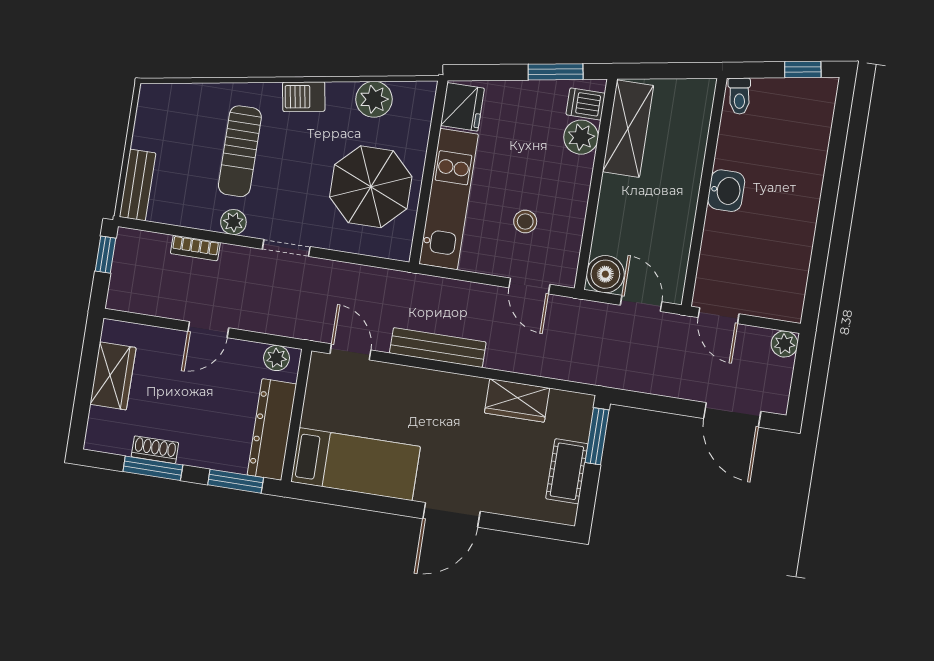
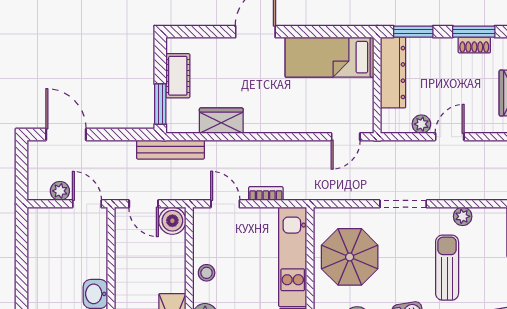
stool: (525, 221) -> (207, 273), moved
plant: (233, 222) -> (463, 216), moved
bookcase: (195, 248) -> (266, 194), moved
doorway: (286, 248) -> (403, 204), width x1.38
plant: (784, 344) -> (60, 191), moved
bench: (438, 348) -> (170, 150), moved
door: (350, 352) -> (346, 137), hinge flipped
plant: (276, 358) -> (421, 124), moved

